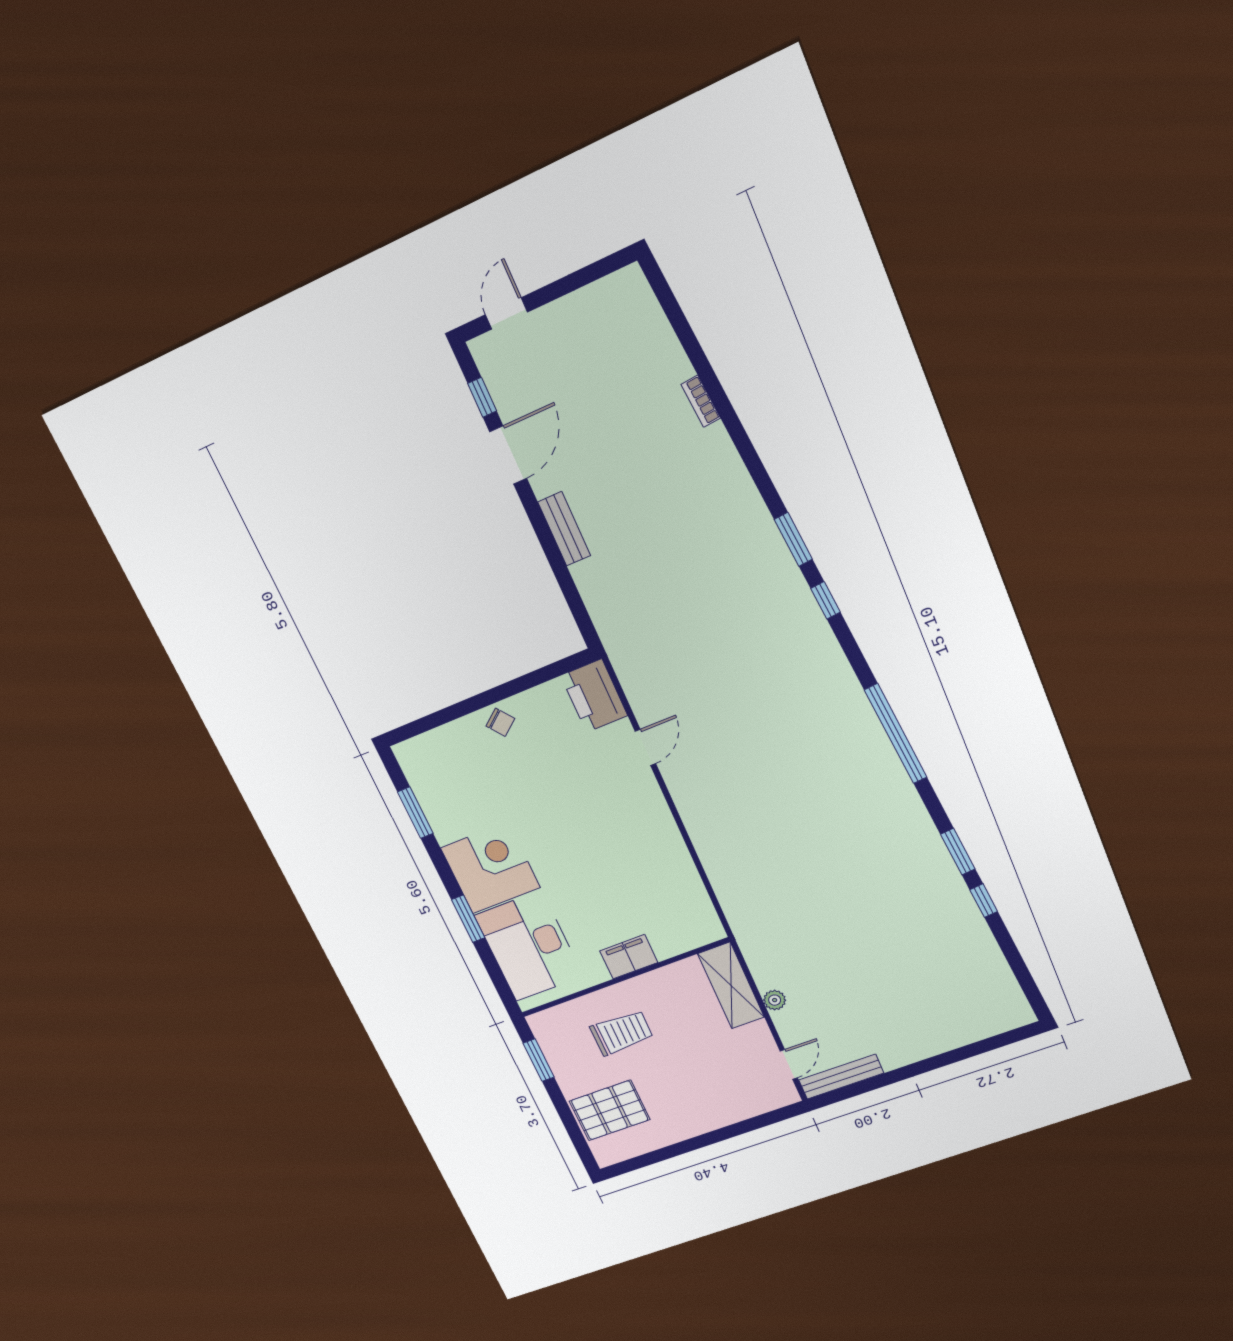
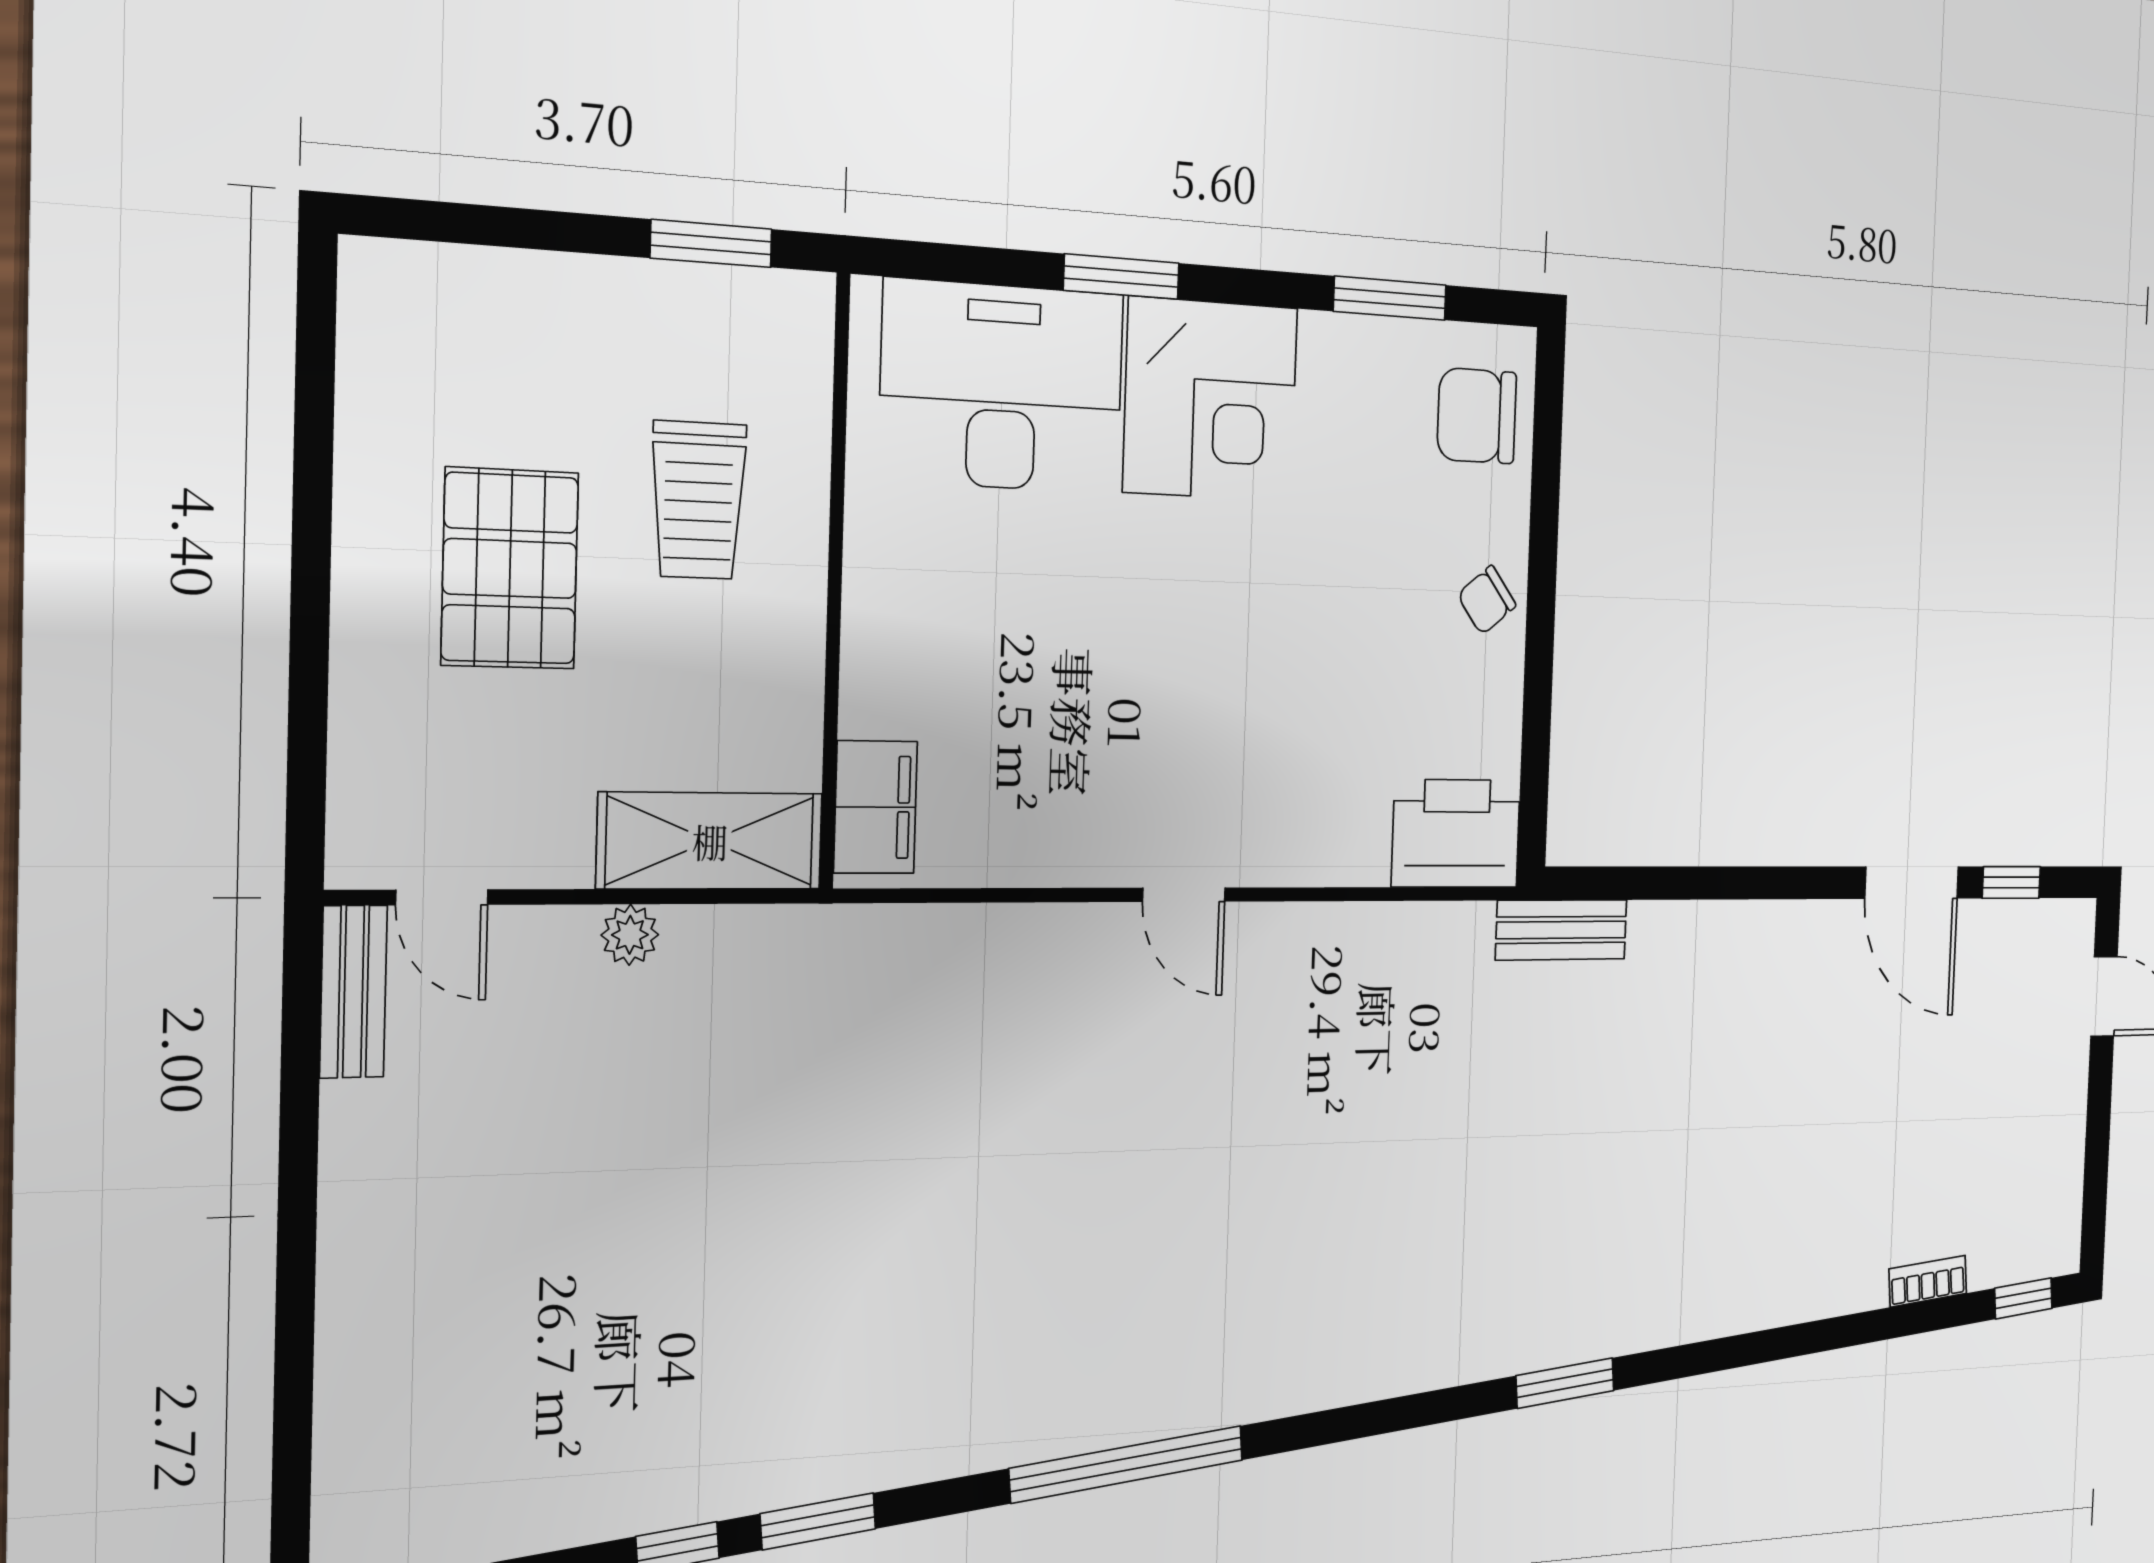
bookcase: (701, 401) -> (1928, 1281), moved
bench: (564, 529) -> (1561, 930), moved
window: (825, 600) -> (2023, 1298), moved
door: (645, 747) -> (1184, 895), moved
chair: (436, 758) -> (1477, 416), added
filing cabinet: (629, 957) -> (876, 807), moved
bench: (841, 1077) -> (353, 992), width x0.73
pallet: (610, 1110) -> (510, 569), moved

